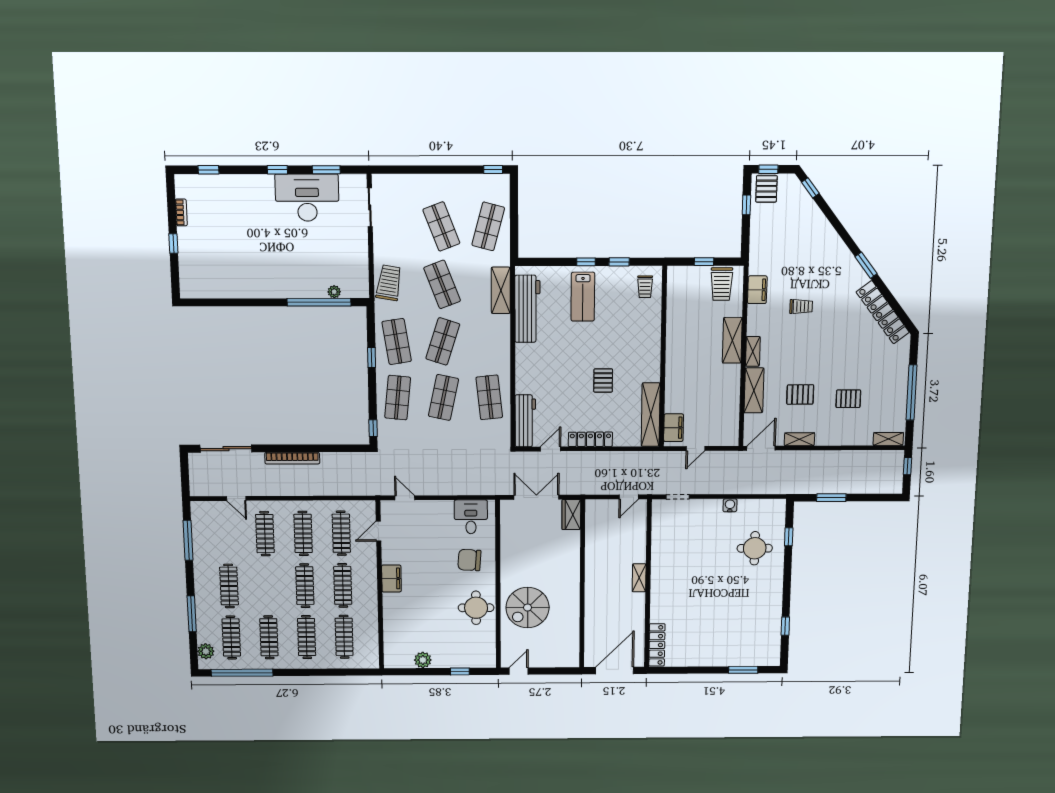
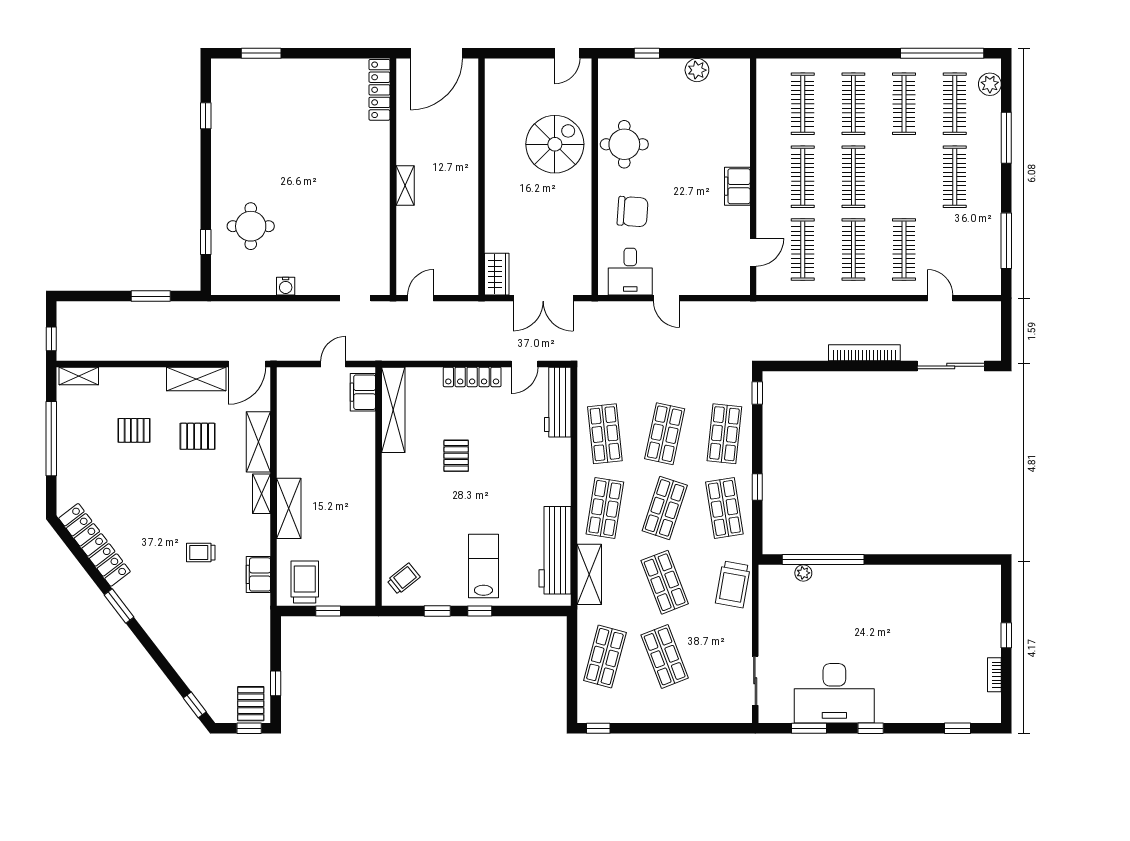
trolley: (645, 287) -> (403, 579), turned 51
shop shelf: (489, 341) -> (605, 508), added
shelving: (799, 439) -> (196, 379), width x1.50, depth x1.33
door: (405, 498) -> (667, 298), moved

